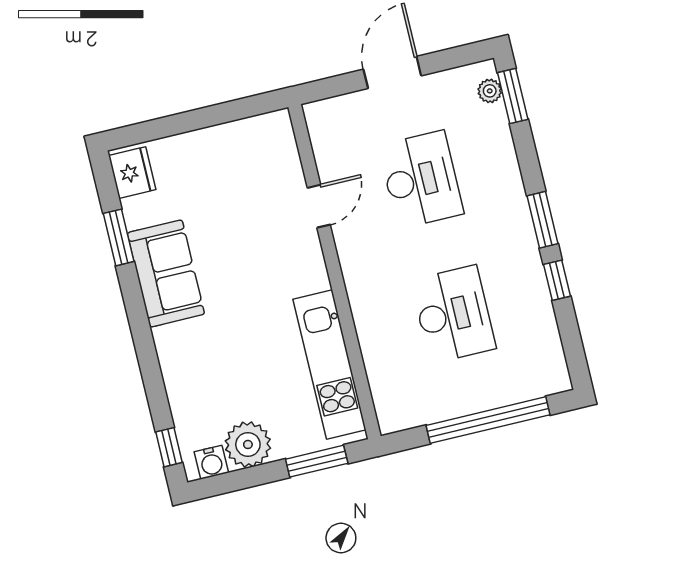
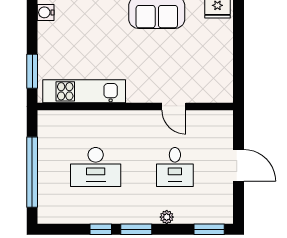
plant: (490, 91) -> (167, 217), moved
desk: (421, 180) -> (175, 167), width x0.73
plant: (248, 444) -> (51, 35), removed

